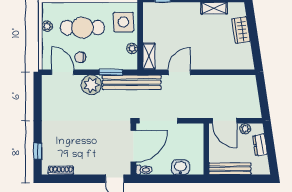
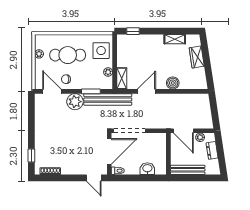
boiler: (212, 62) -> (173, 83), added

